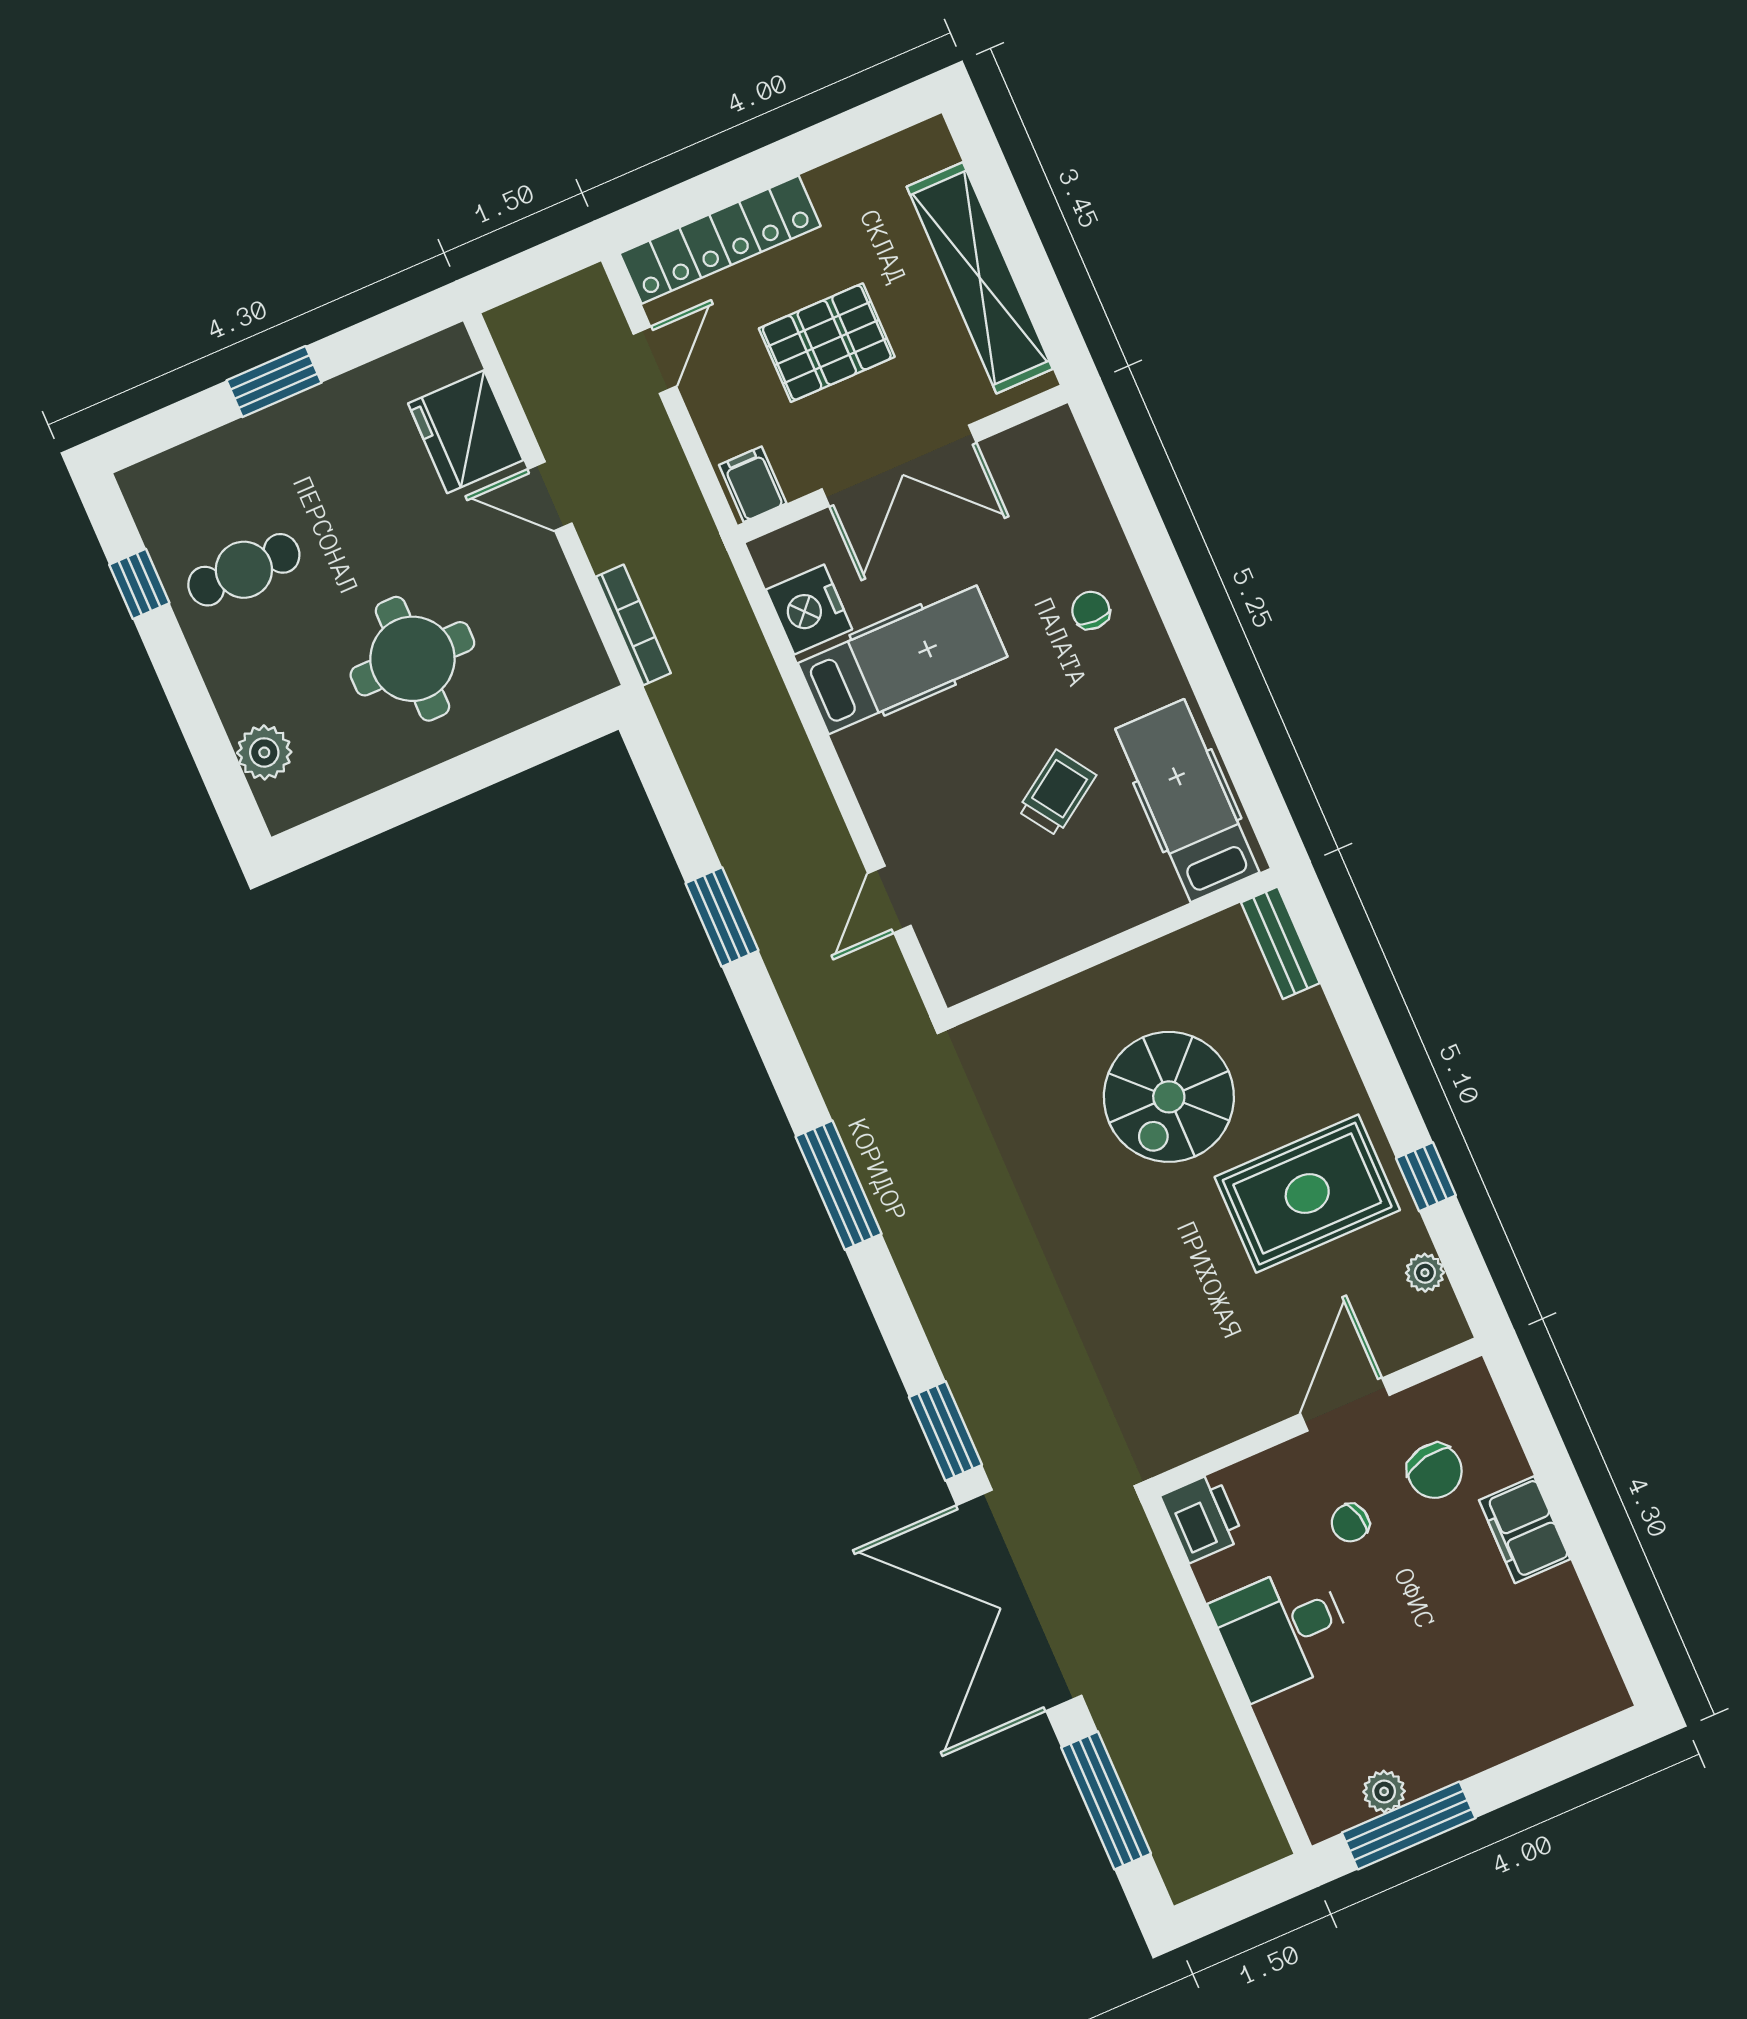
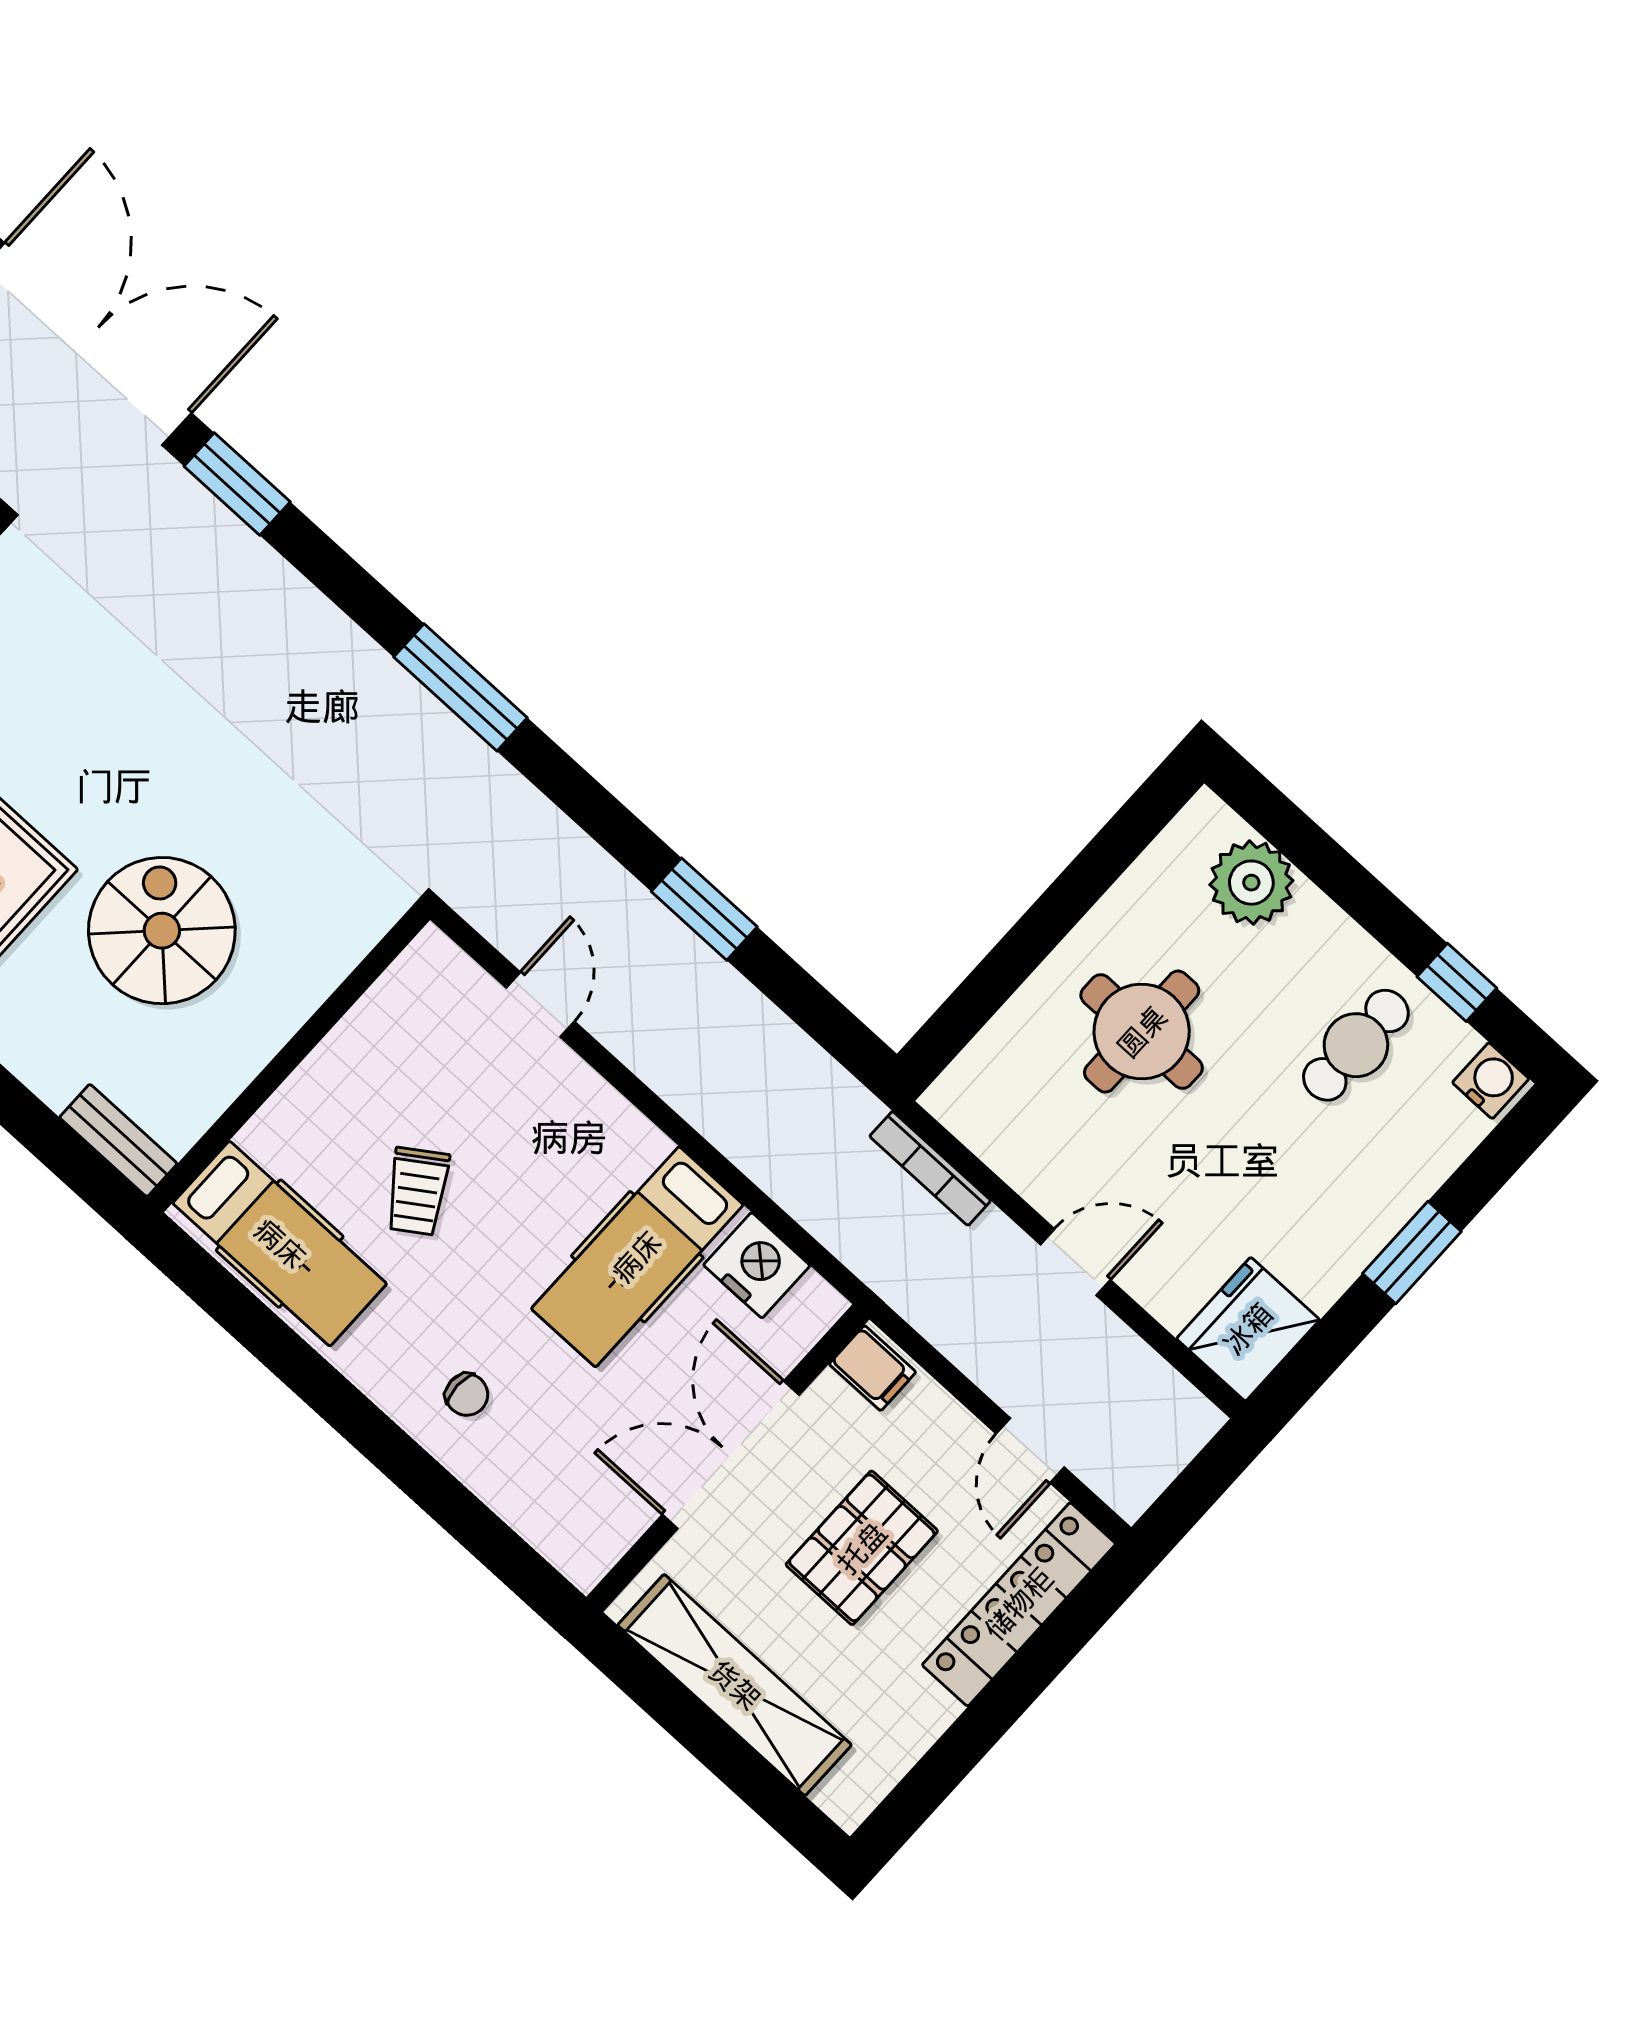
fridge: (466, 432) -> (1248, 1329), moved, turned -90
water cooler: (148, 492) -> (1491, 1081), added
plant: (264, 752) -> (1251, 883), width x1.36, depth x1.36

